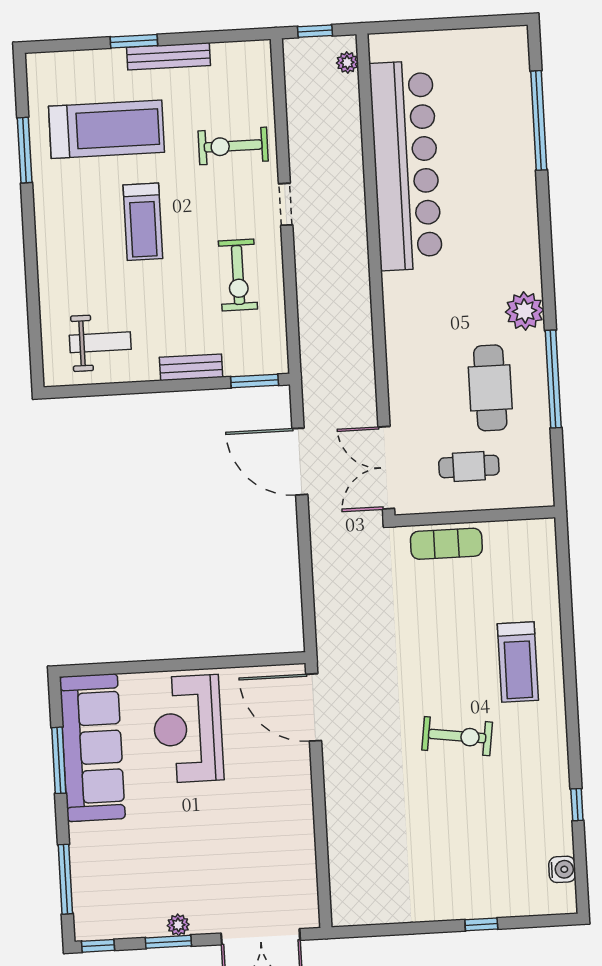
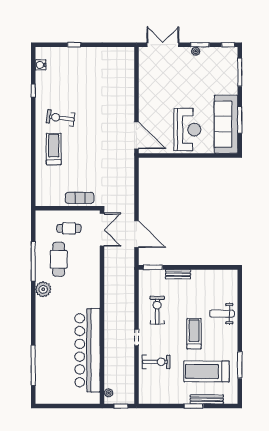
bench: (169, 56) -> (207, 399), moved
weight bench: (100, 342) -> (222, 314), moved
exercise bike: (457, 736) -> (60, 118), moved

